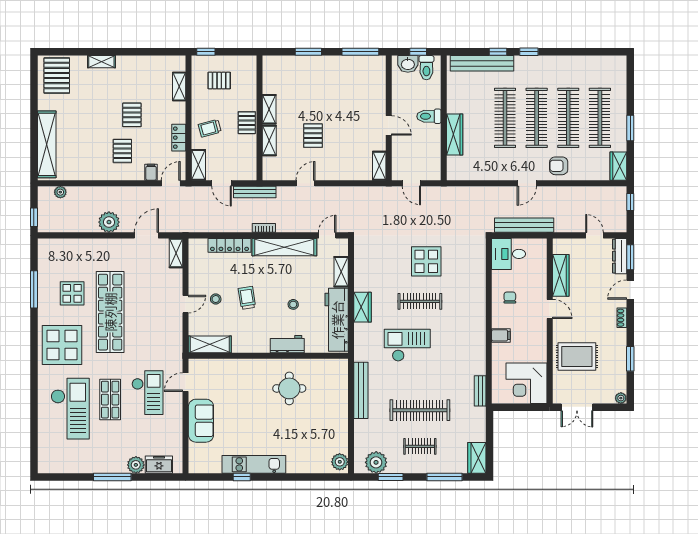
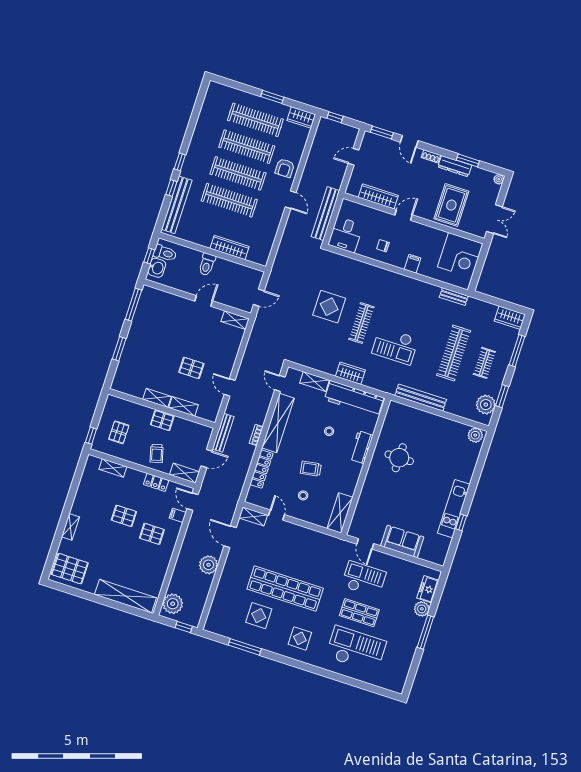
plant: (60, 192) -> (173, 604), width x1.88, depth x1.88
dresser: (620, 256) -> (455, 166), moved
door: (186, 304) -> (276, 515), moved
display table: (62, 345) -> (300, 638), width x0.54, depth x0.54
checkout: (407, 345) -> (395, 346), turned -90

